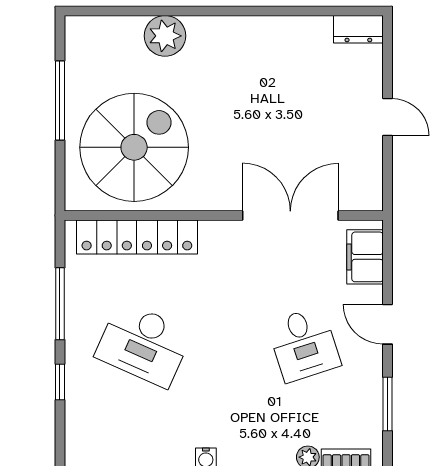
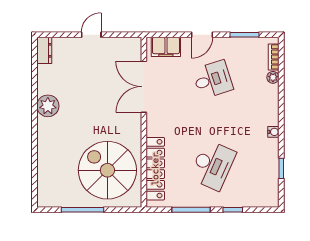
plant: (165, 36) -> (48, 106), moved

